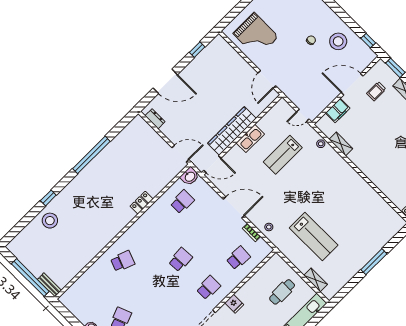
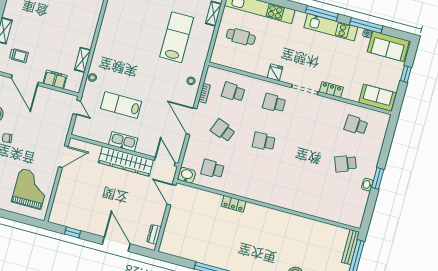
lab bench: (283, 155) -> (121, 105), turned 180
school desk: (123, 261) -> (223, 130), moved
bench: (49, 285) -> (350, 247), width x1.36

